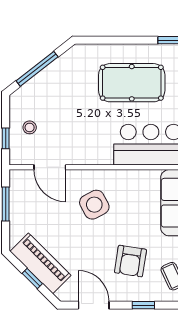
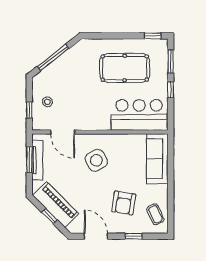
tv unit: (16, 204) -> (37, 160), added

